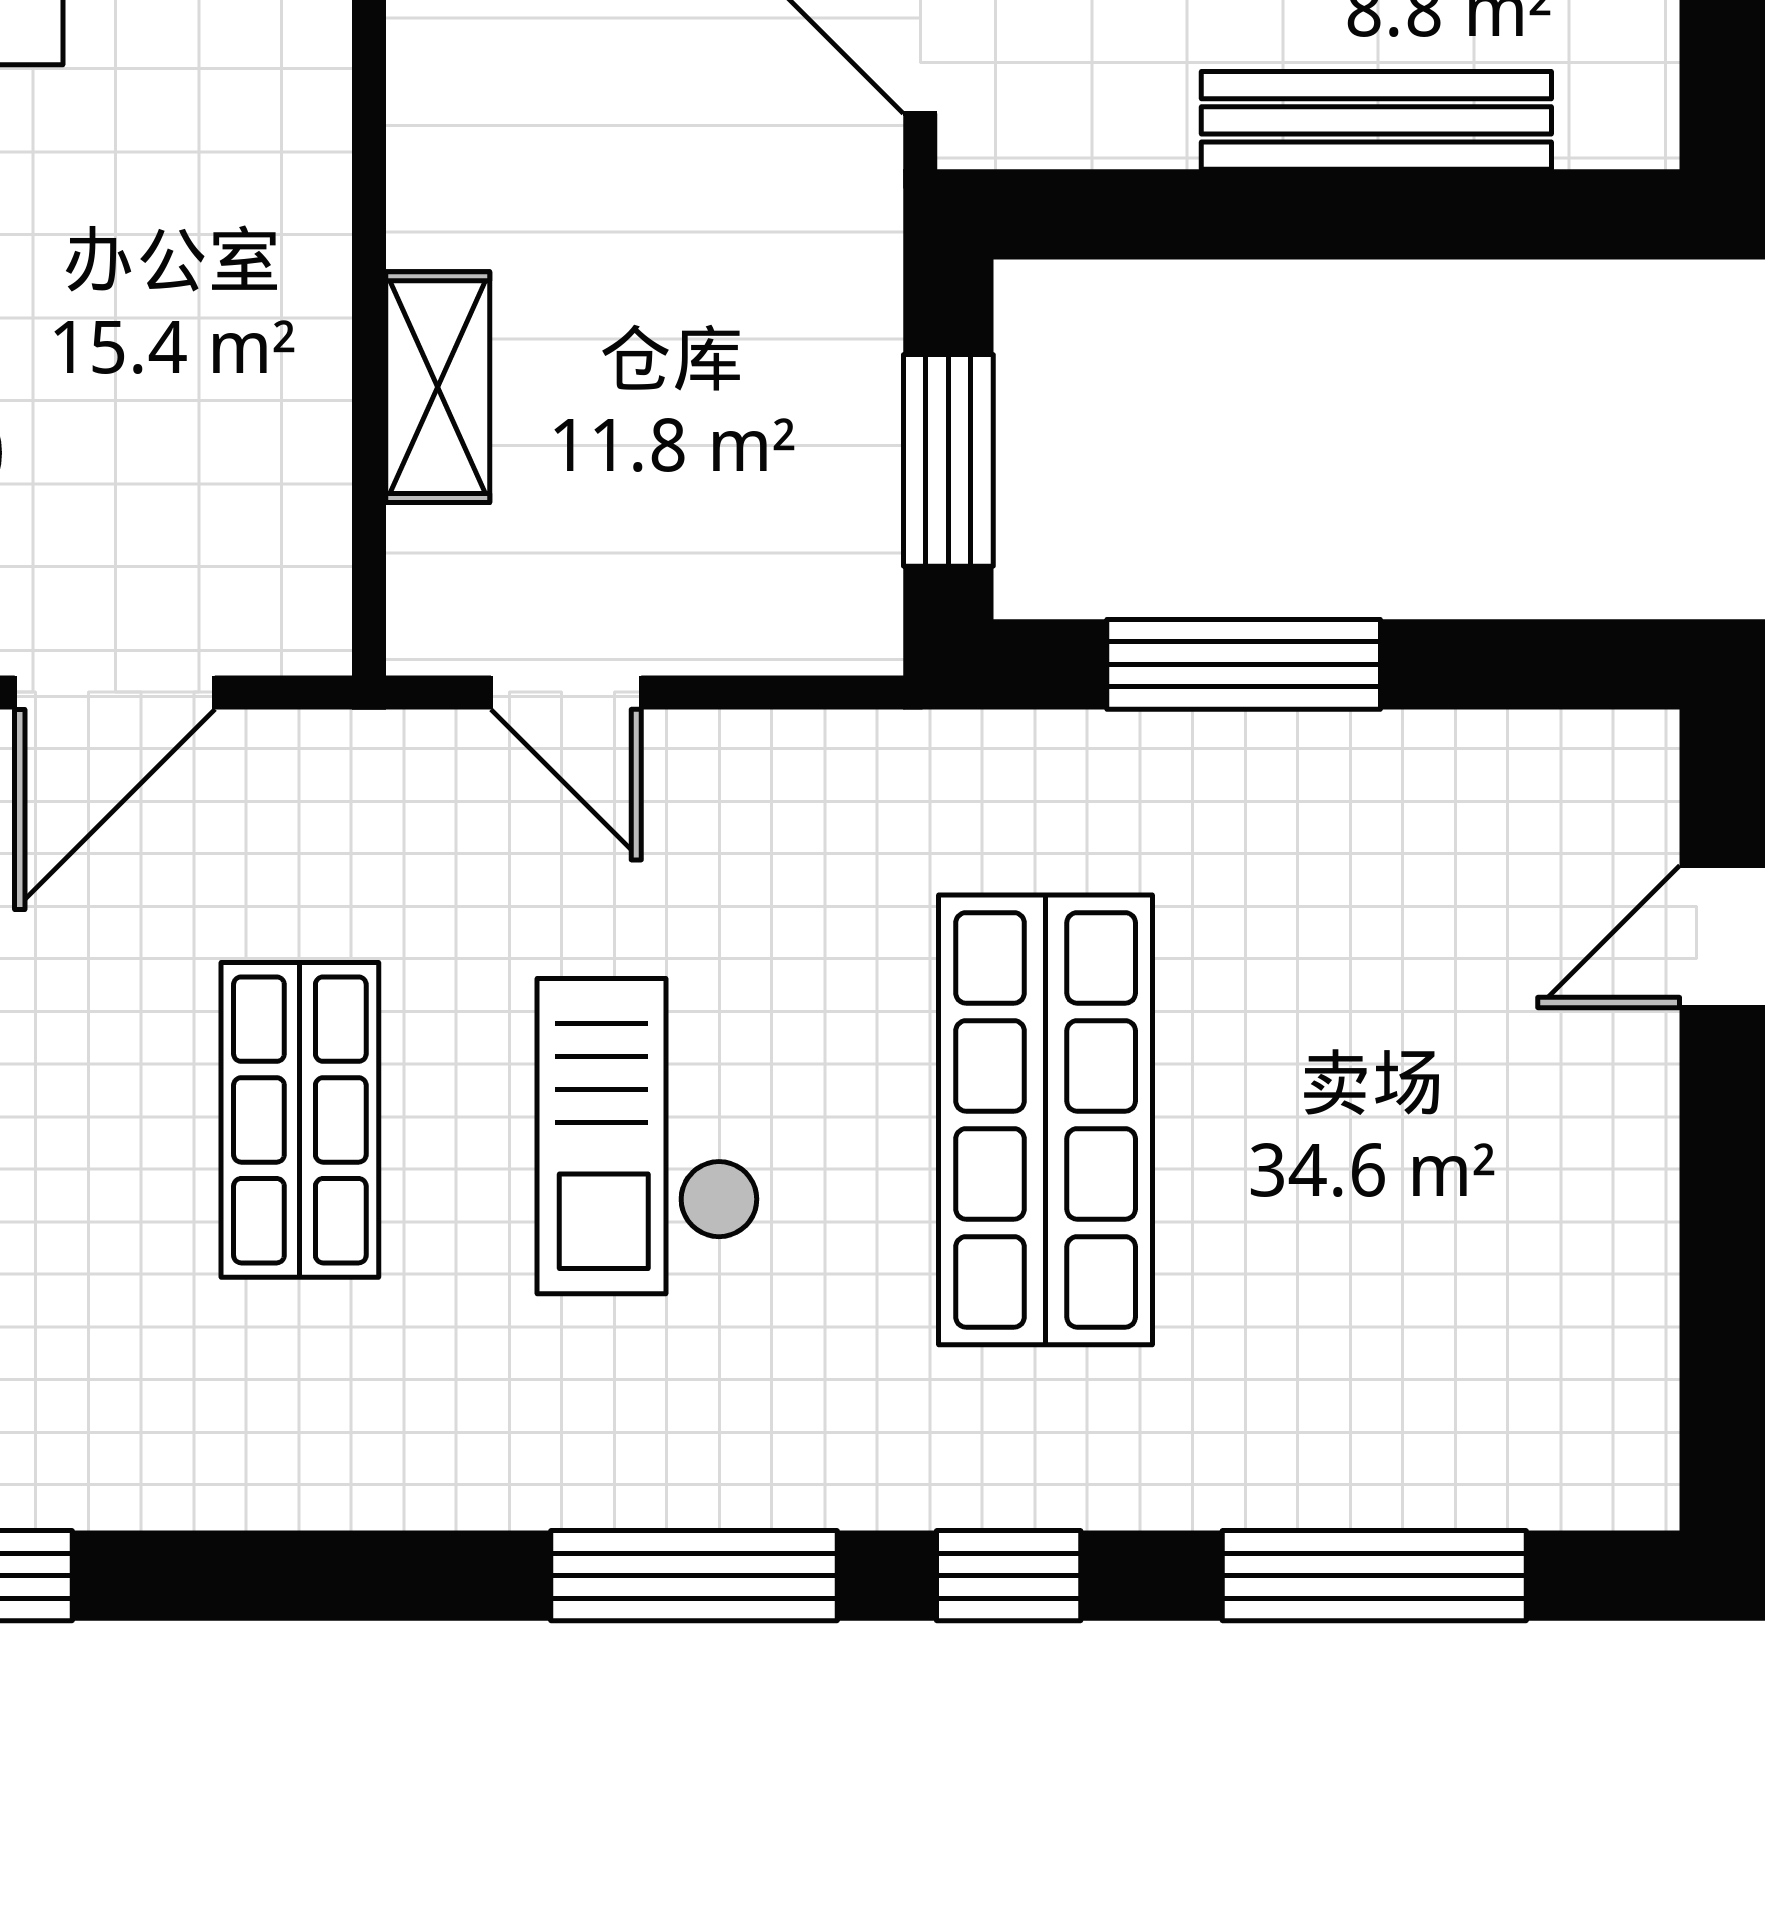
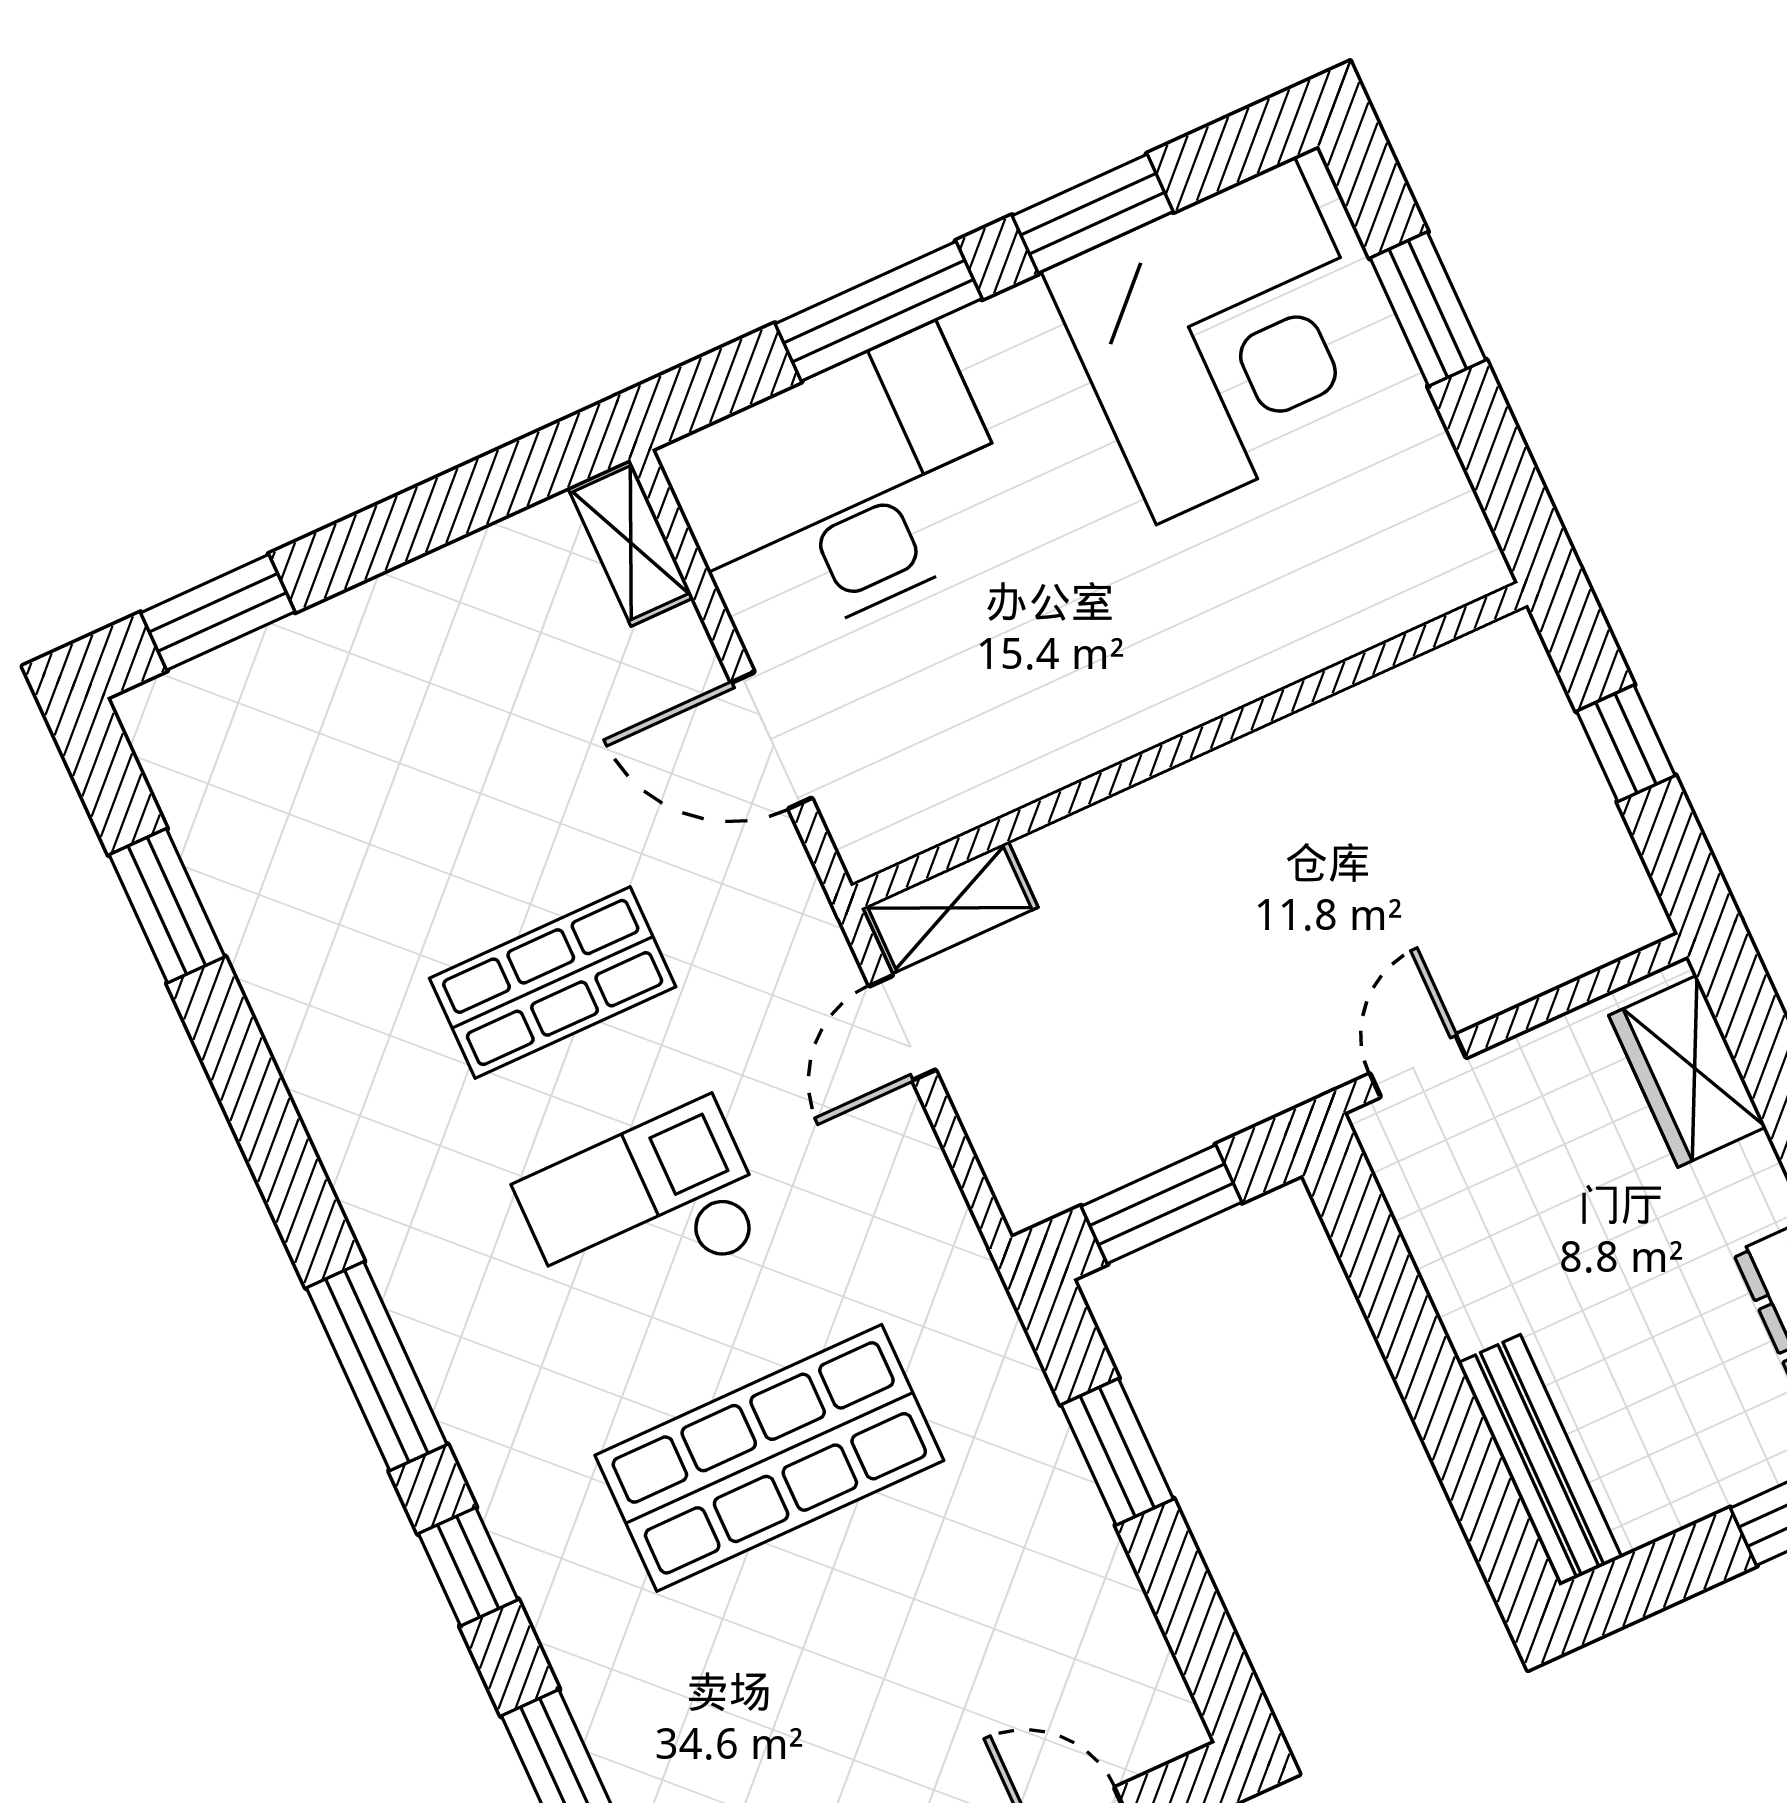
bench: (1376, 120) -> (1540, 1460), moved
shelving: (438, 387) -> (950, 908), moved
window: (1244, 664) -> (1117, 1452), width x0.69

